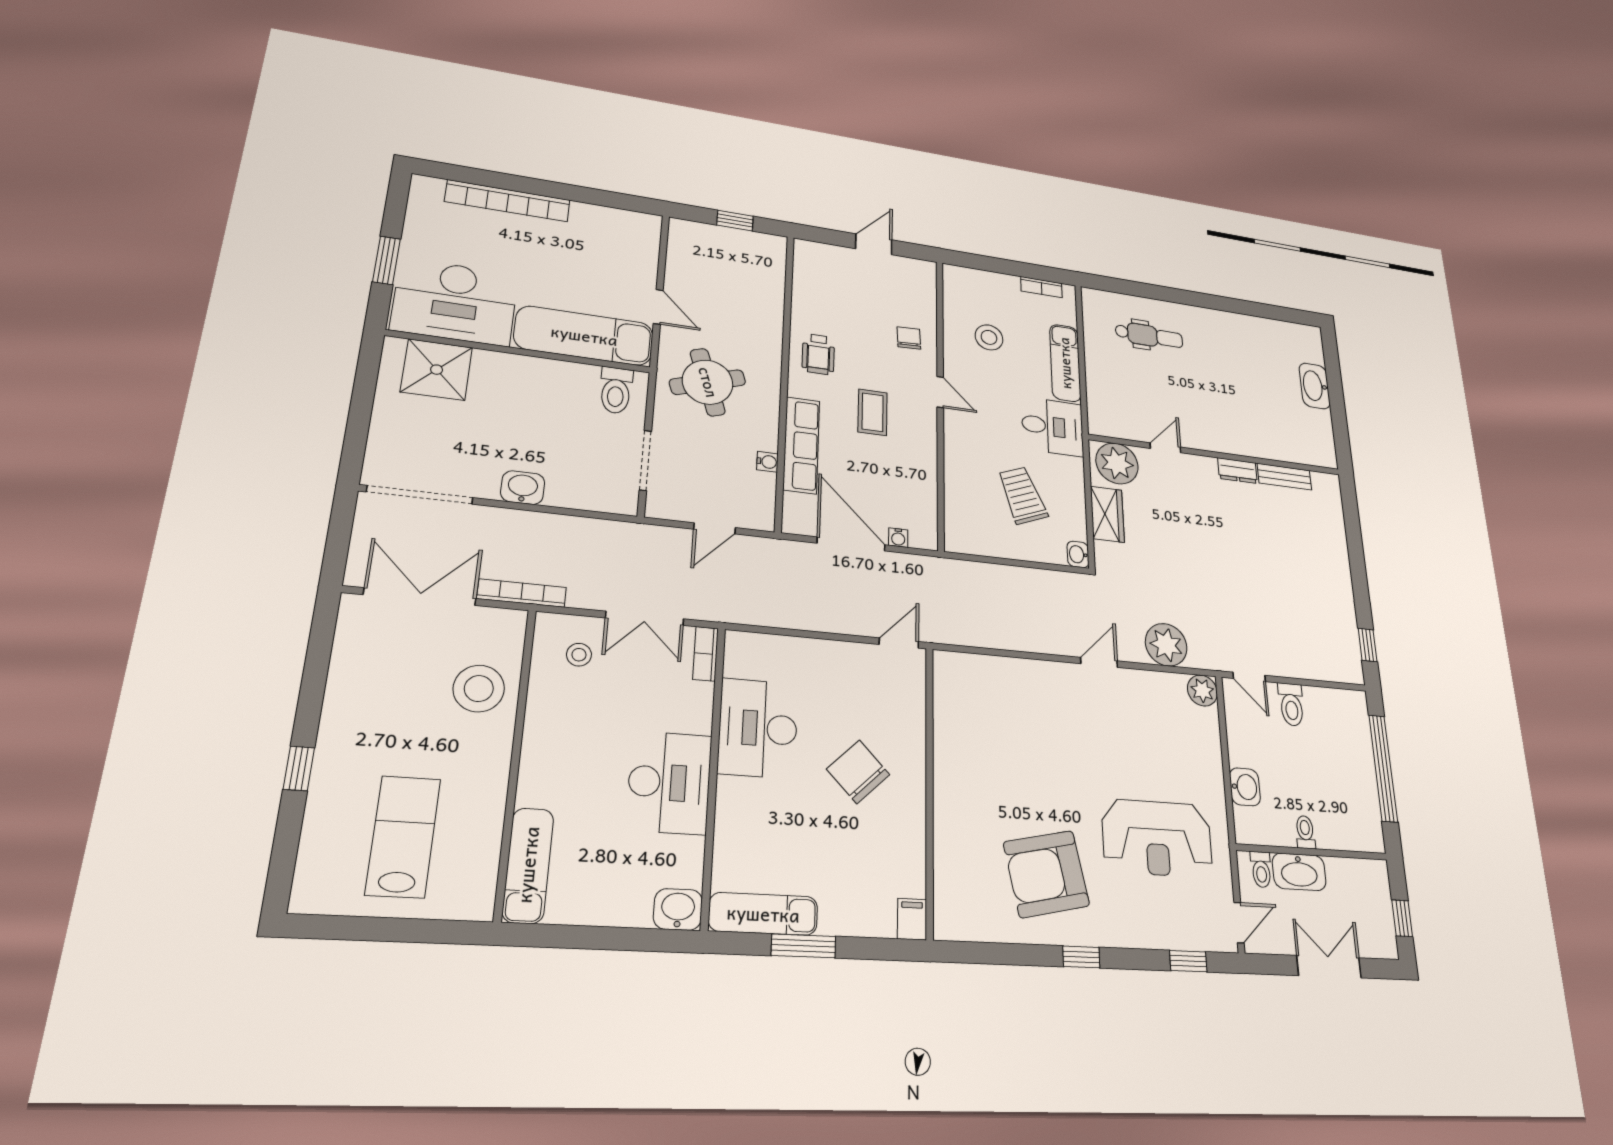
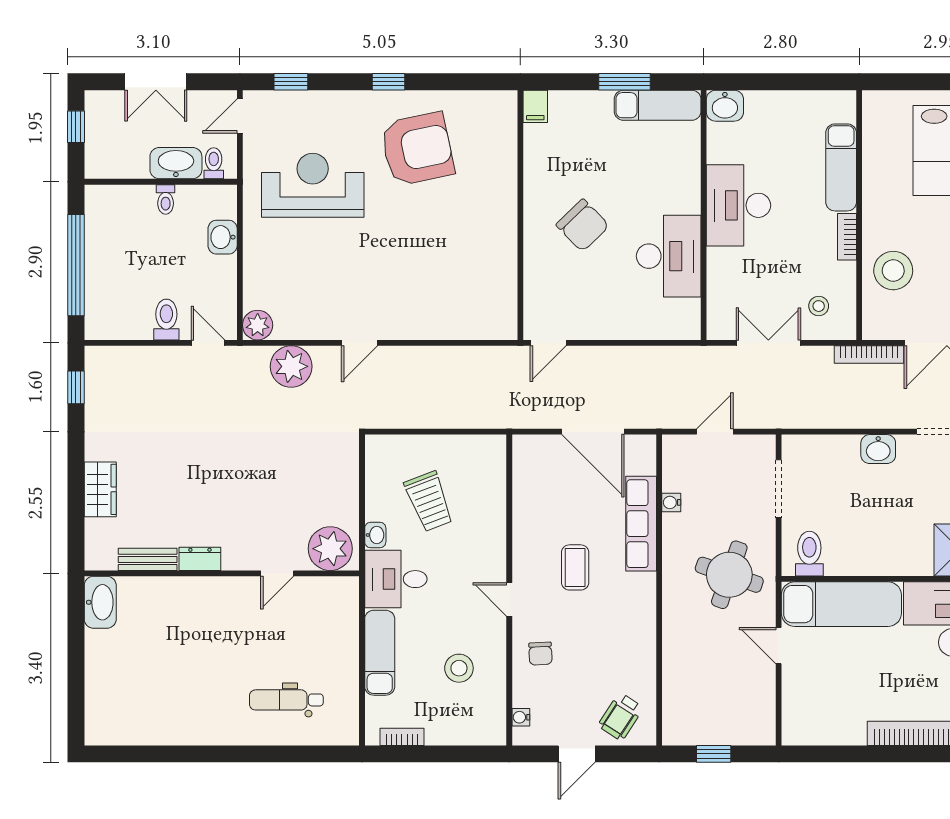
wheelchair: (818, 354) -> (621, 717), moved, turned -147
round table: (708, 382) -> (729, 575), turned 37
washbasin: (1315, 386) -> (100, 602), moved
wardrobe: (1107, 514) -> (100, 489), moved, turned 180
water cooler: (898, 538) -> (521, 717), moved, turned -90
washbasin: (1078, 554) -> (375, 535), moved
bookcase: (706, 654) -> (847, 237), moved, turned 180
exam couch: (528, 865) -> (841, 167), moved

